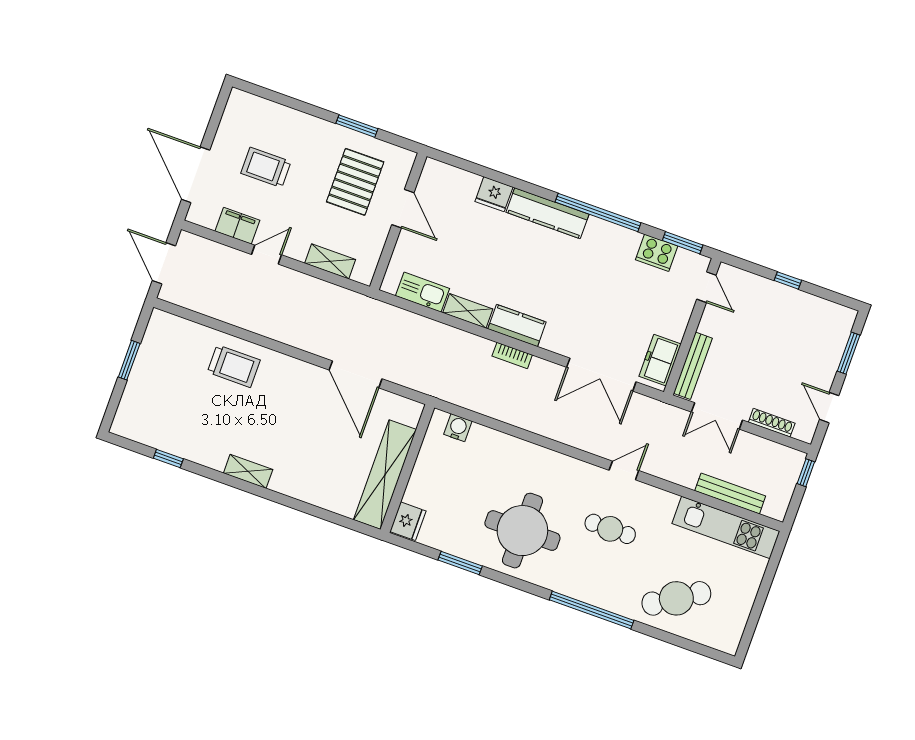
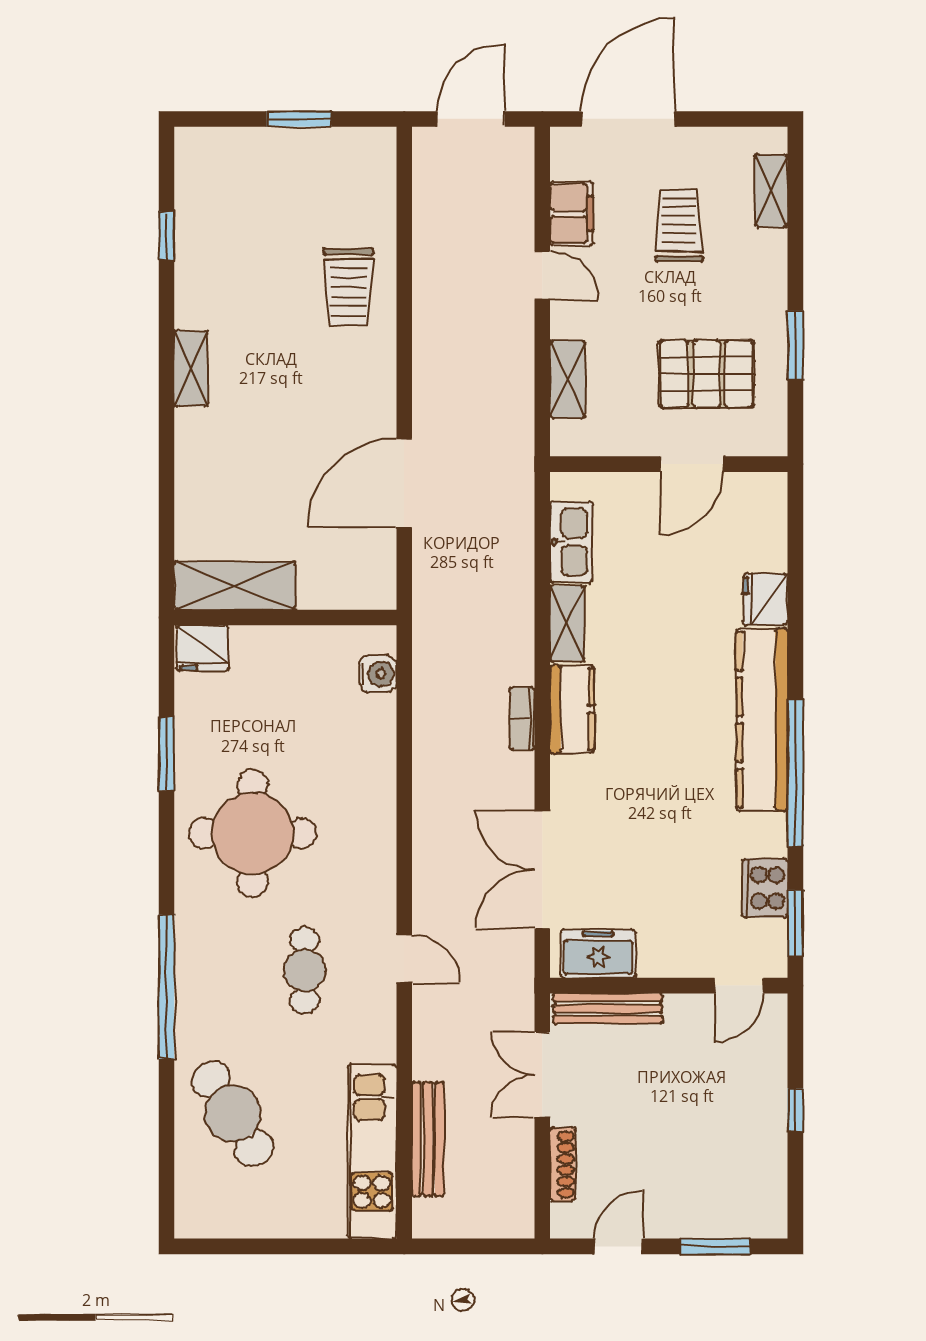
shelving: (265, 109) -> (771, 191), added
kitchen counter: (547, 213) -> (762, 720), width x1.39, depth x1.17
window: (806, 473) -> (503, 1246), removed
shelving: (385, 475) -> (235, 586), width x0.68

